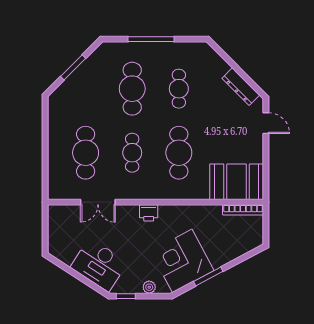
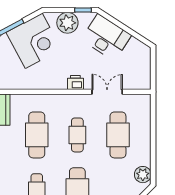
plant: (57, 107) -> (143, 175), added
printer: (149, 213) -> (75, 82), moved
plant: (149, 287) -> (67, 23), width x1.87, depth x1.87

